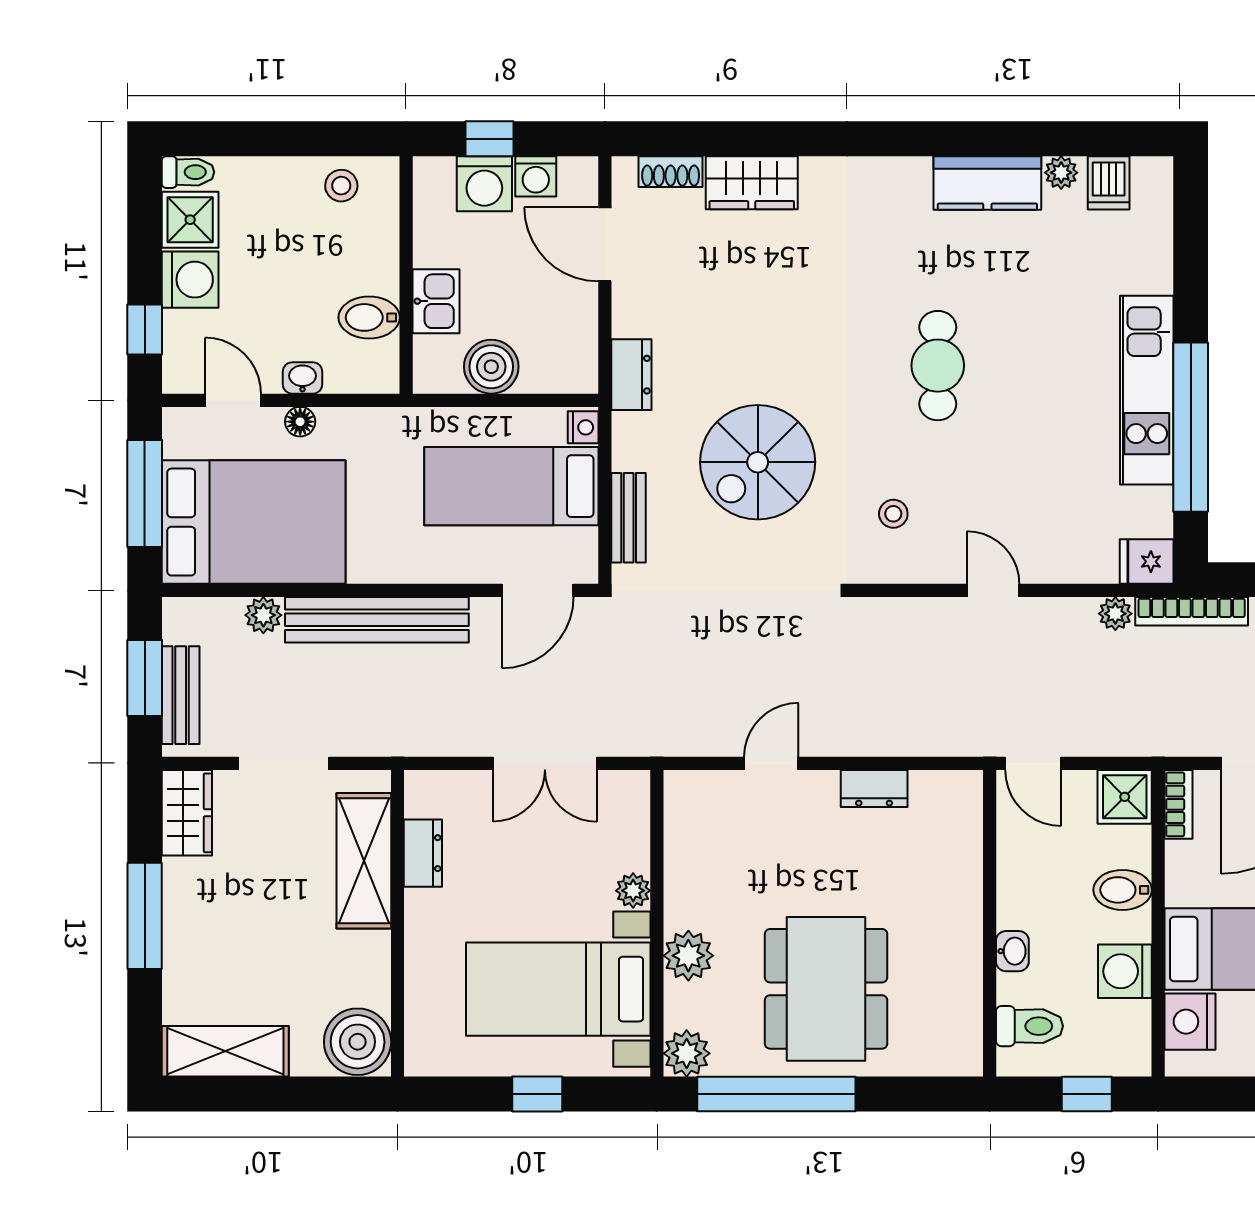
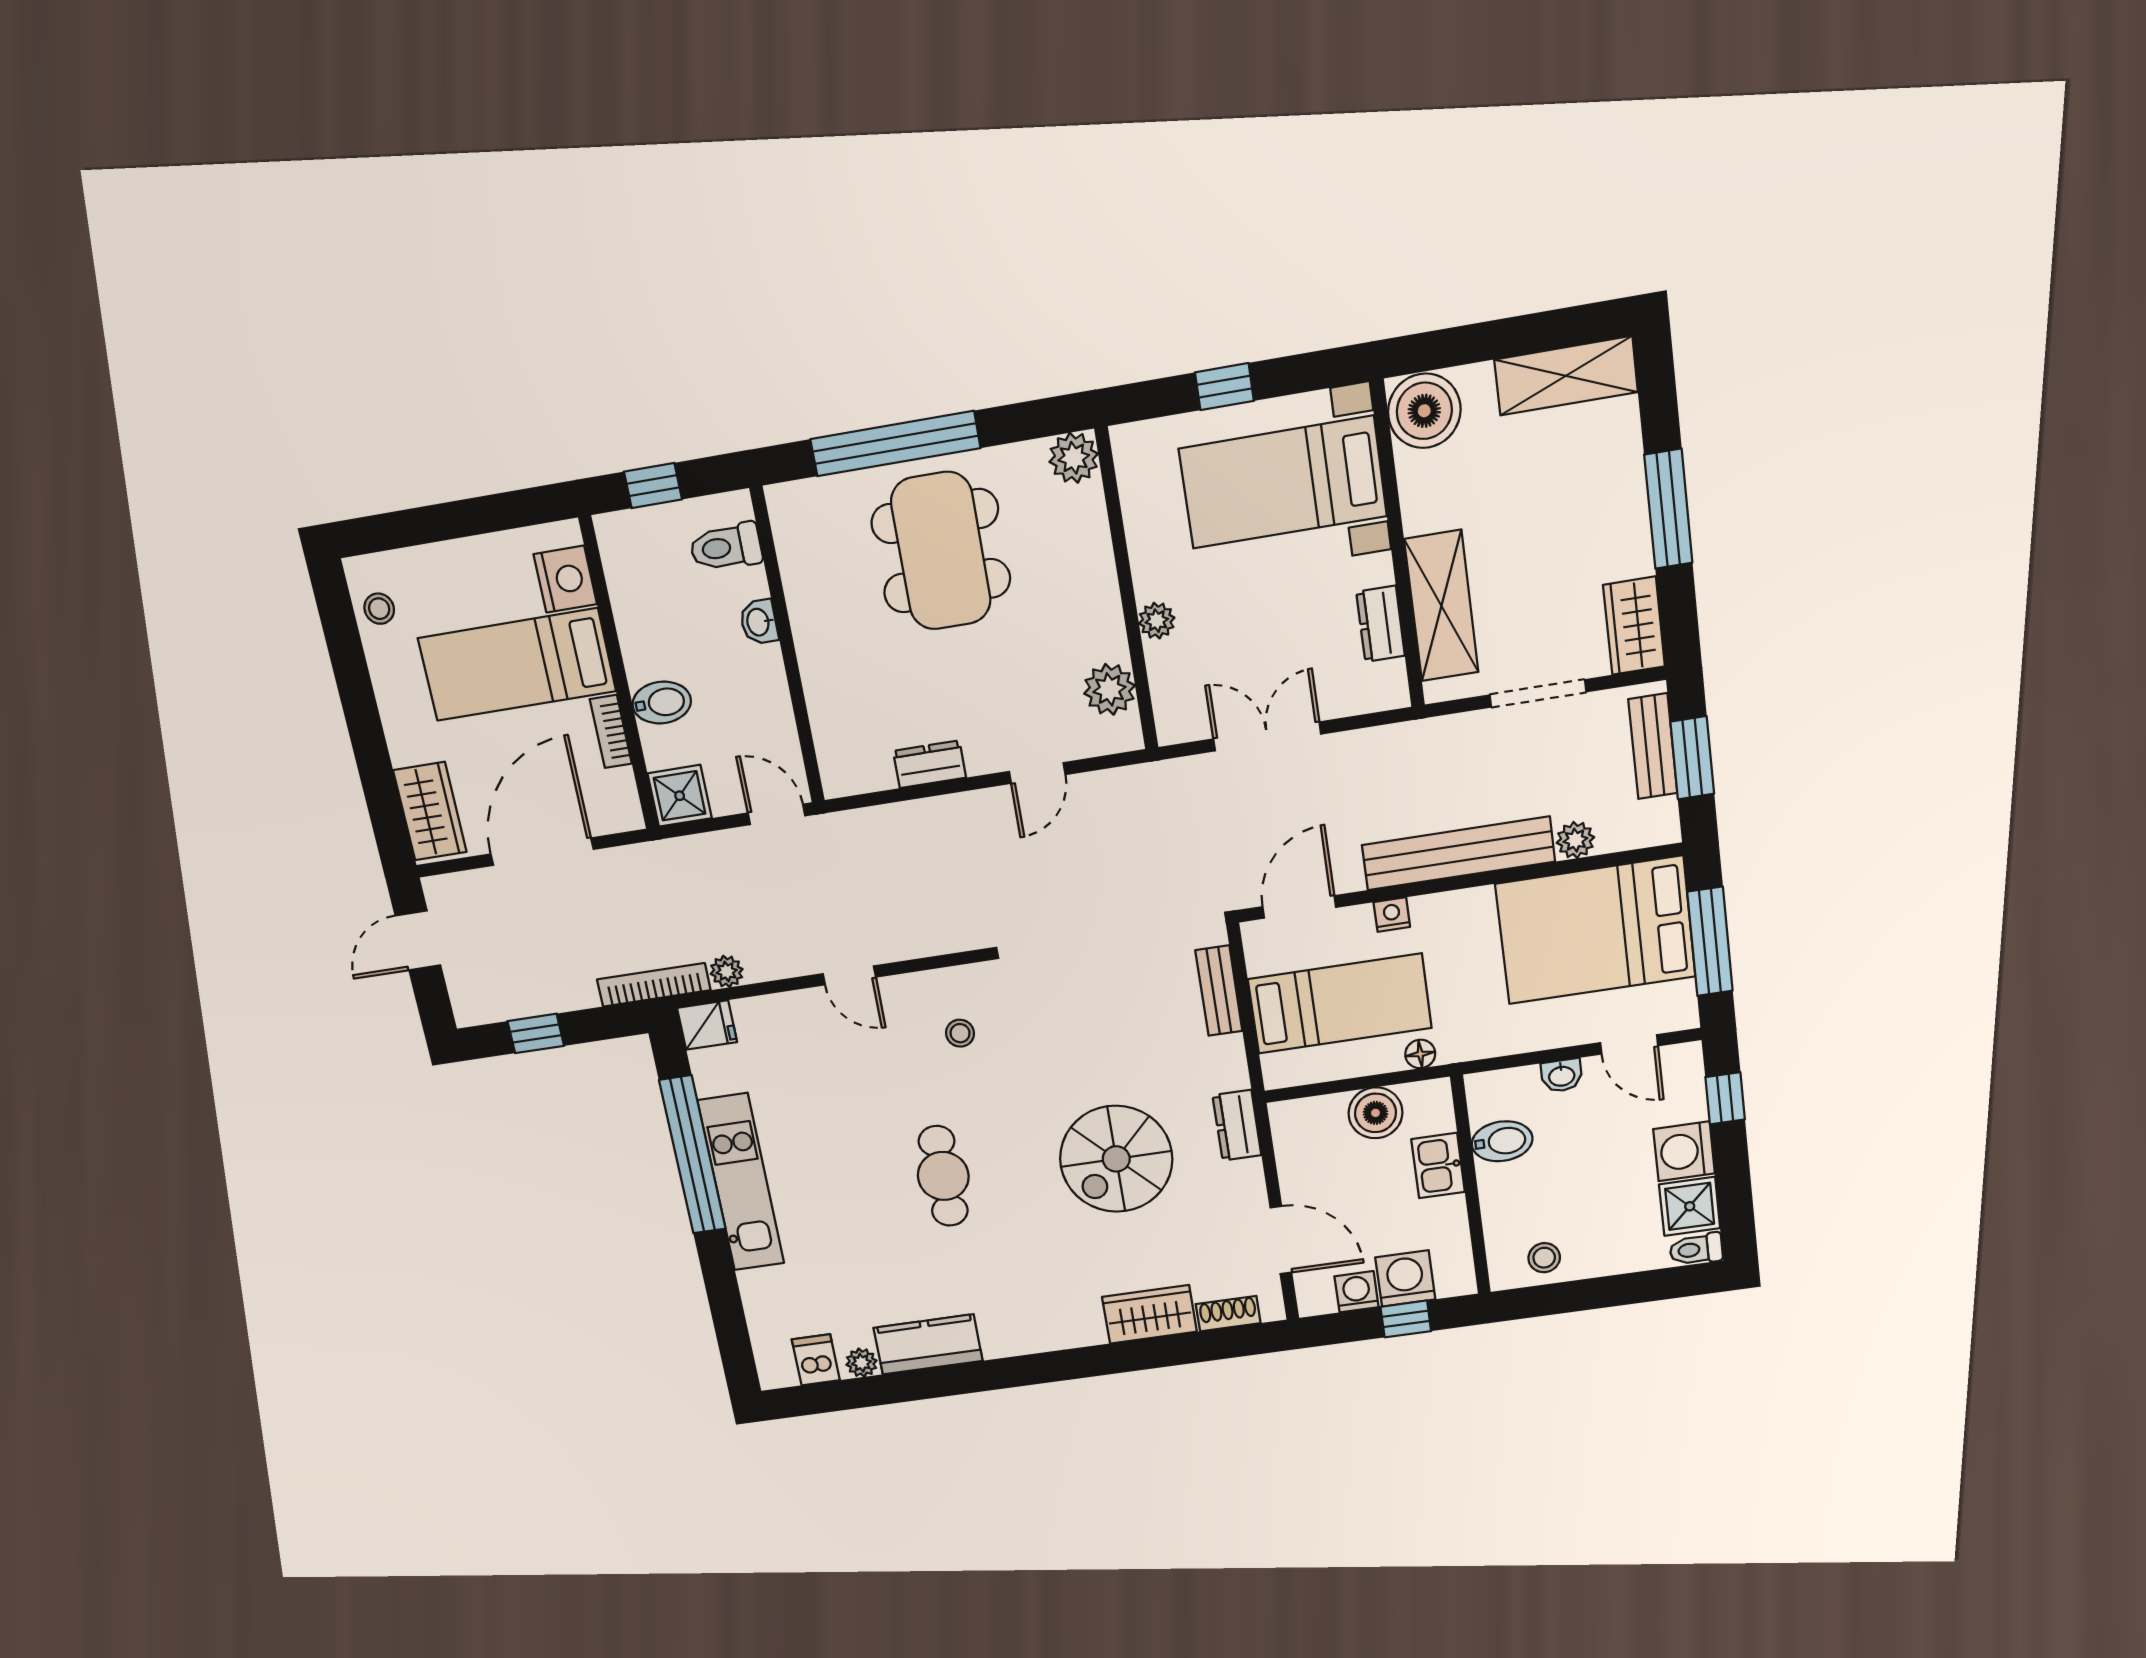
floor lamp: (300, 422) -> (1420, 1054), moved
nightstand: (583, 427) -> (1392, 915), moved, turned 90
spiral stairs: (758, 462) -> (1116, 1159), moved, turned 180
bookcase: (1178, 804) -> (611, 731), moved
plant: (688, 956) -> (1110, 689), moved
washing machine: (1125, 971) -> (642, 620), removed
bed with nightstands: (558, 989) -> (1283, 482), moved, turned 180
window: (776, 1094) -> (895, 444), moved

